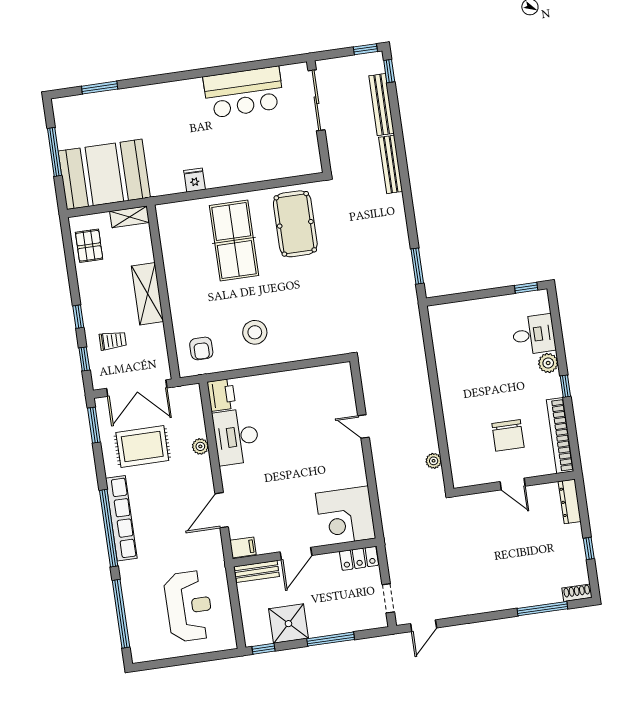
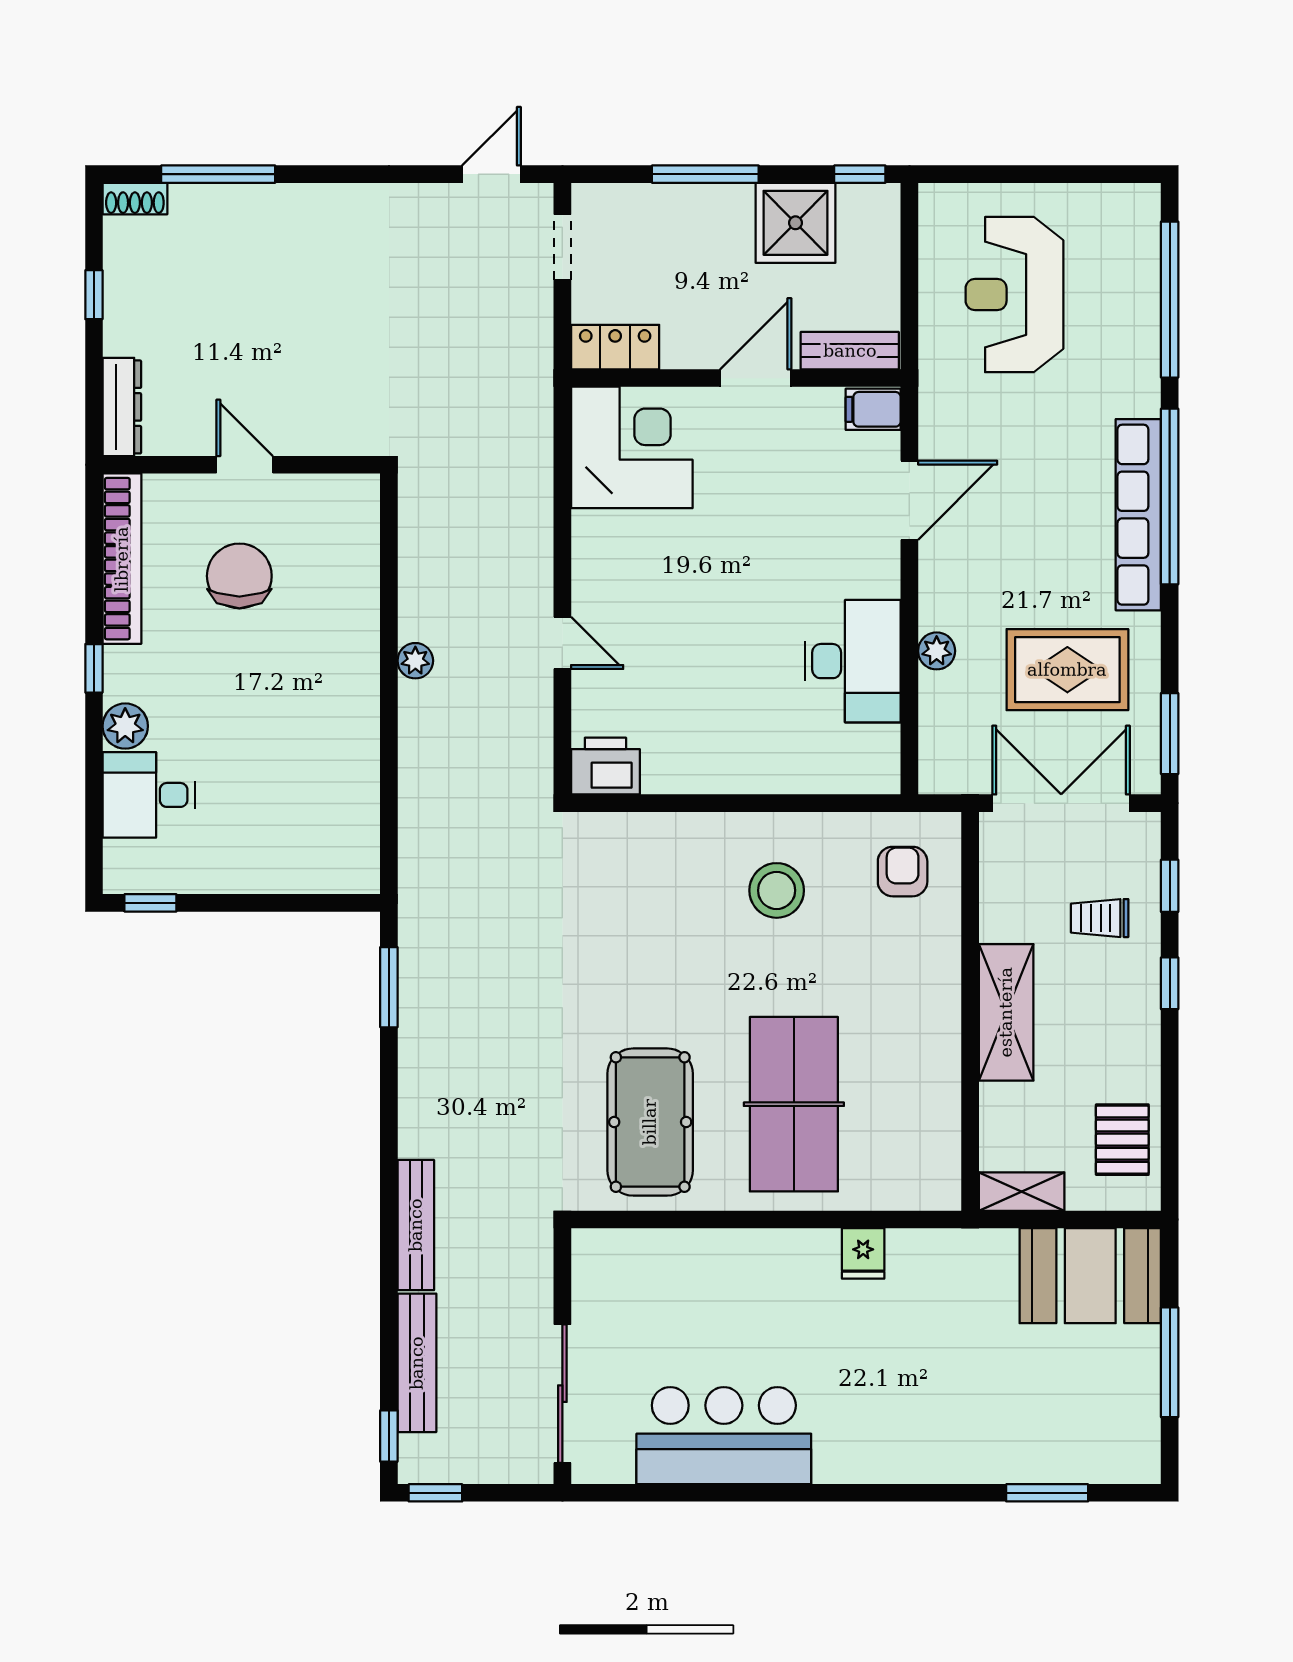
booth: (104, 174) -> (1090, 1276), width x0.73, depth x0.70
printer: (221, 395) -> (605, 766), moved, turned 90
plant: (434, 461) -> (415, 661), moved

